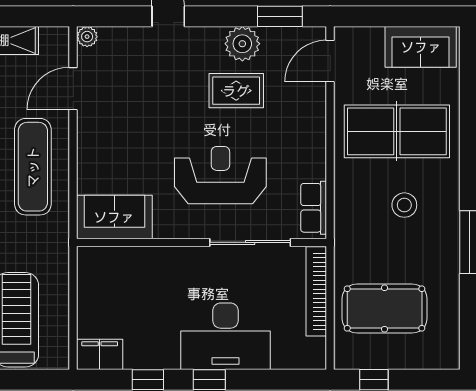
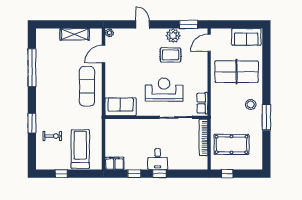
stool: (404, 205) -> (251, 104), moved
desk: (226, 336) -> (158, 159), width x0.53, depth x0.77

